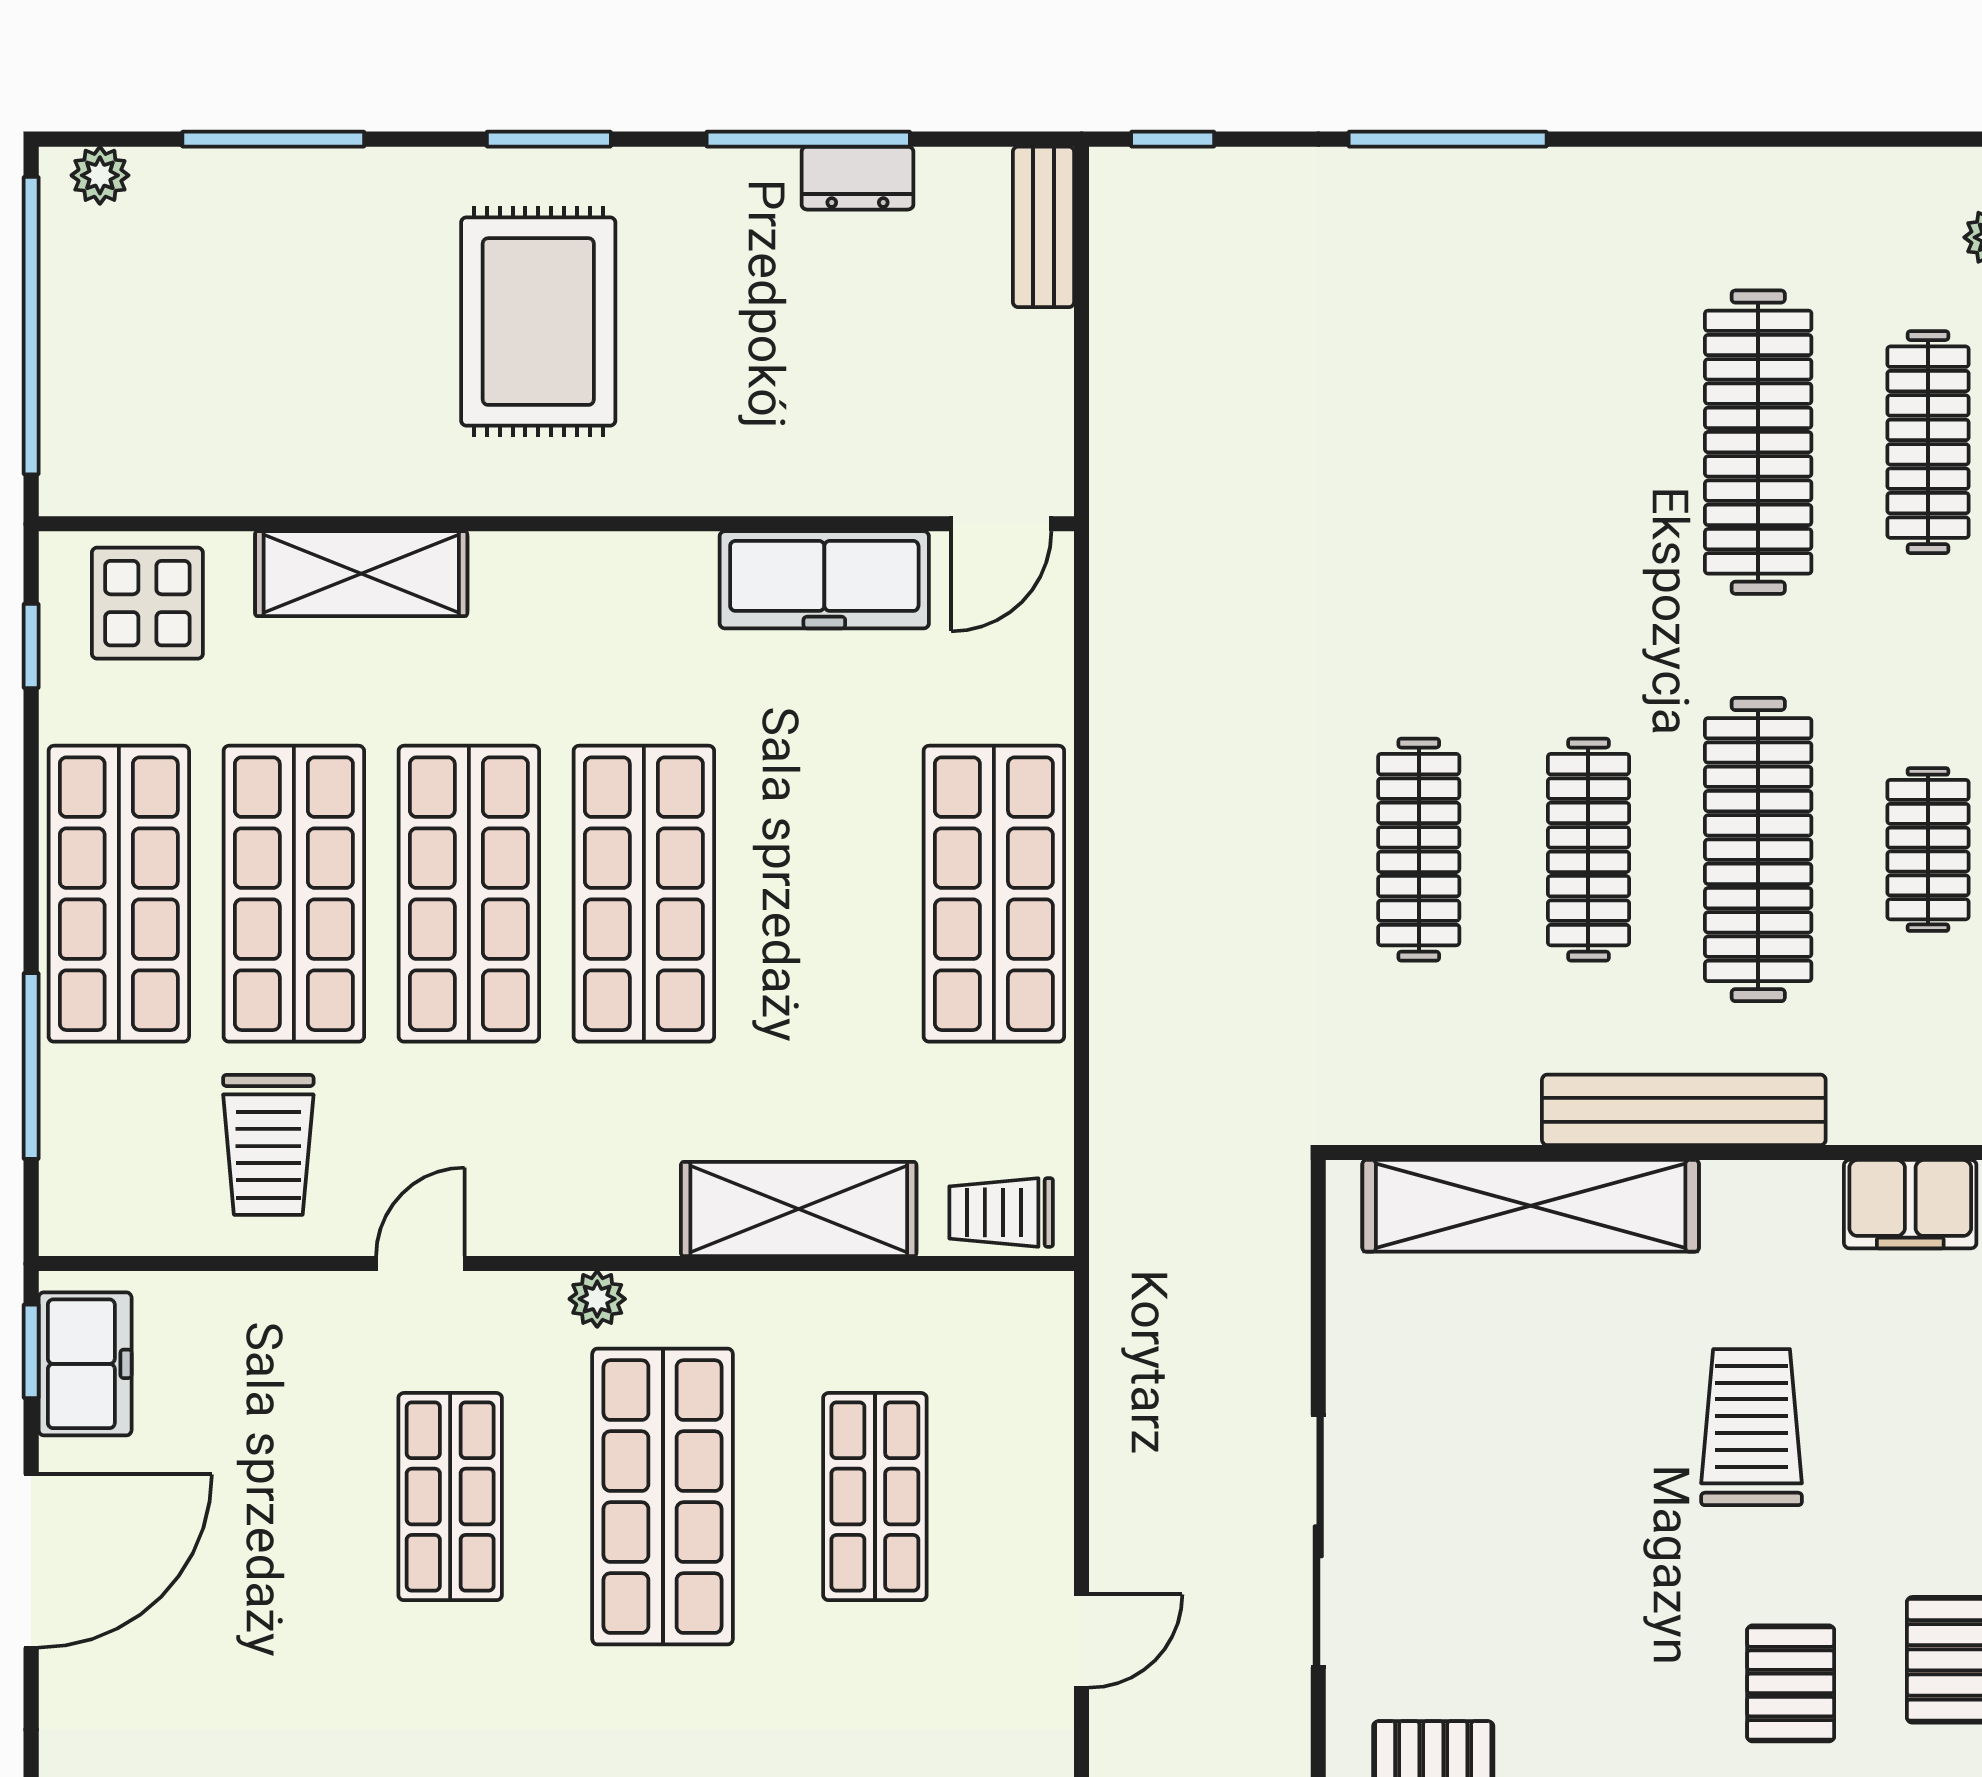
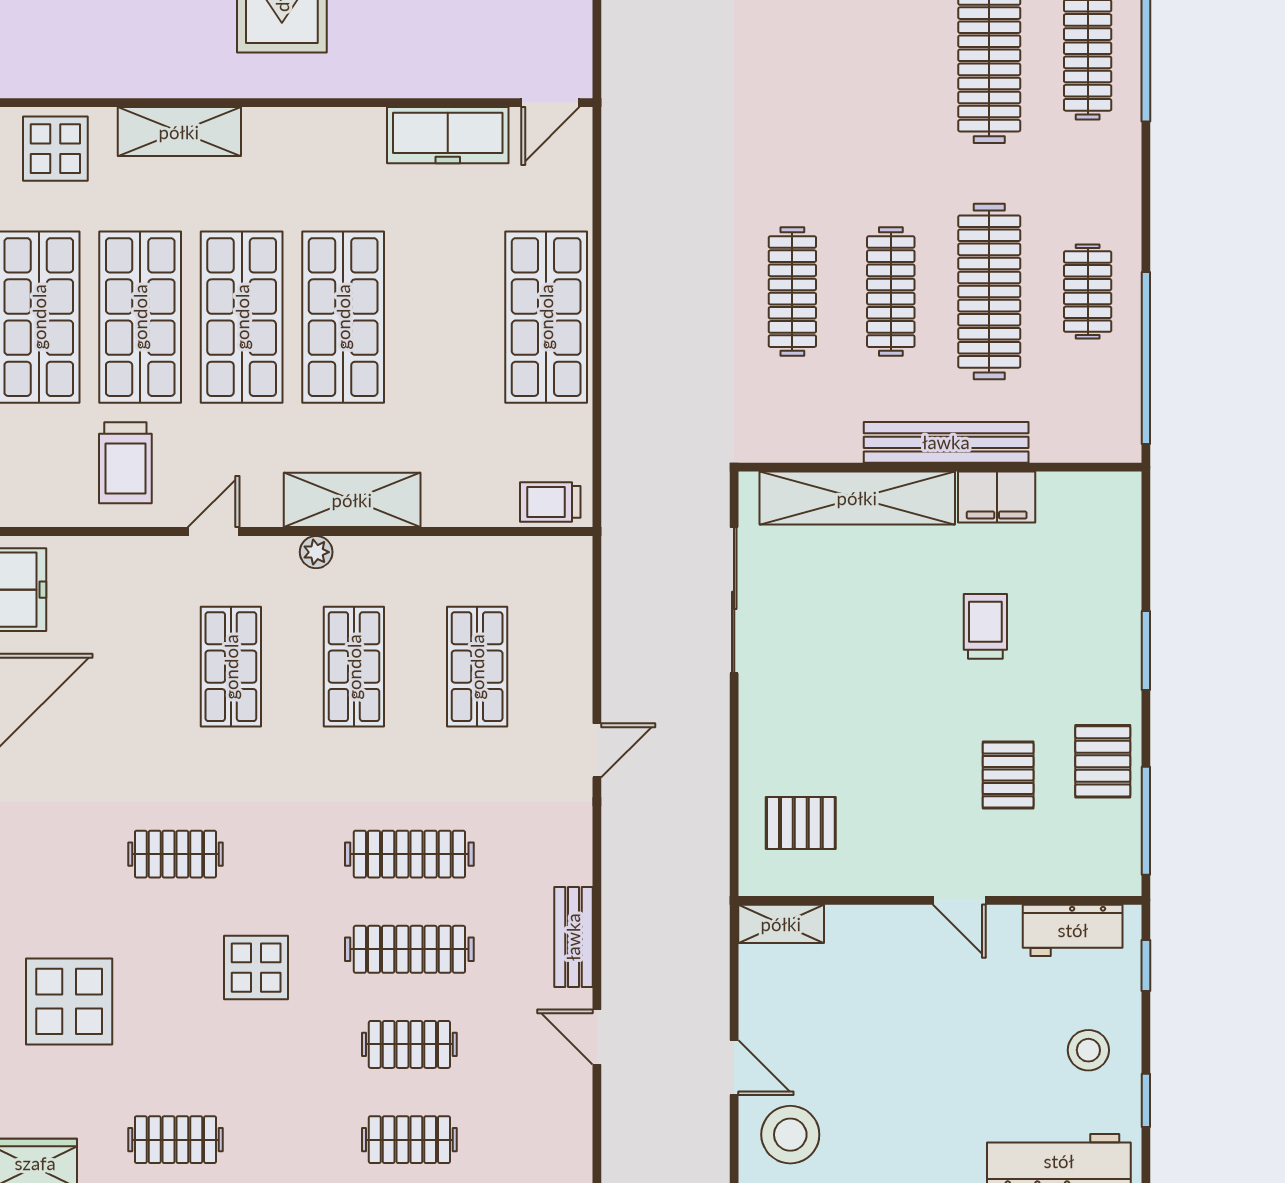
filing cabinet: (1910, 1204) -> (997, 497), moved
shelving: (799, 1209) -> (352, 500), moved
trolley: (1752, 1427) -> (985, 626), width x0.73, depth x0.72
shop shelf: (663, 1497) -> (354, 667), width x0.70, depth x0.74
sliding door: (1318, 1541) -> (734, 600), moved

